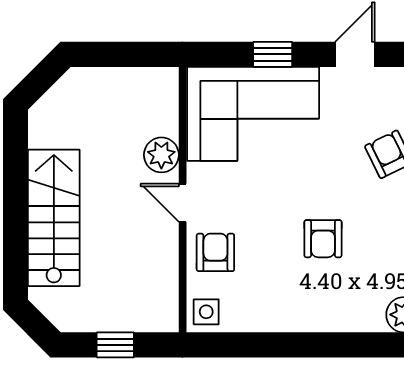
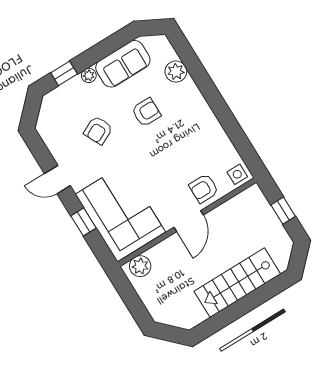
plant: (161, 155) -> (140, 266), moved
door: (183, 203) -> (189, 221), width x1.38
armchair: (323, 239) -> (146, 112), moved

